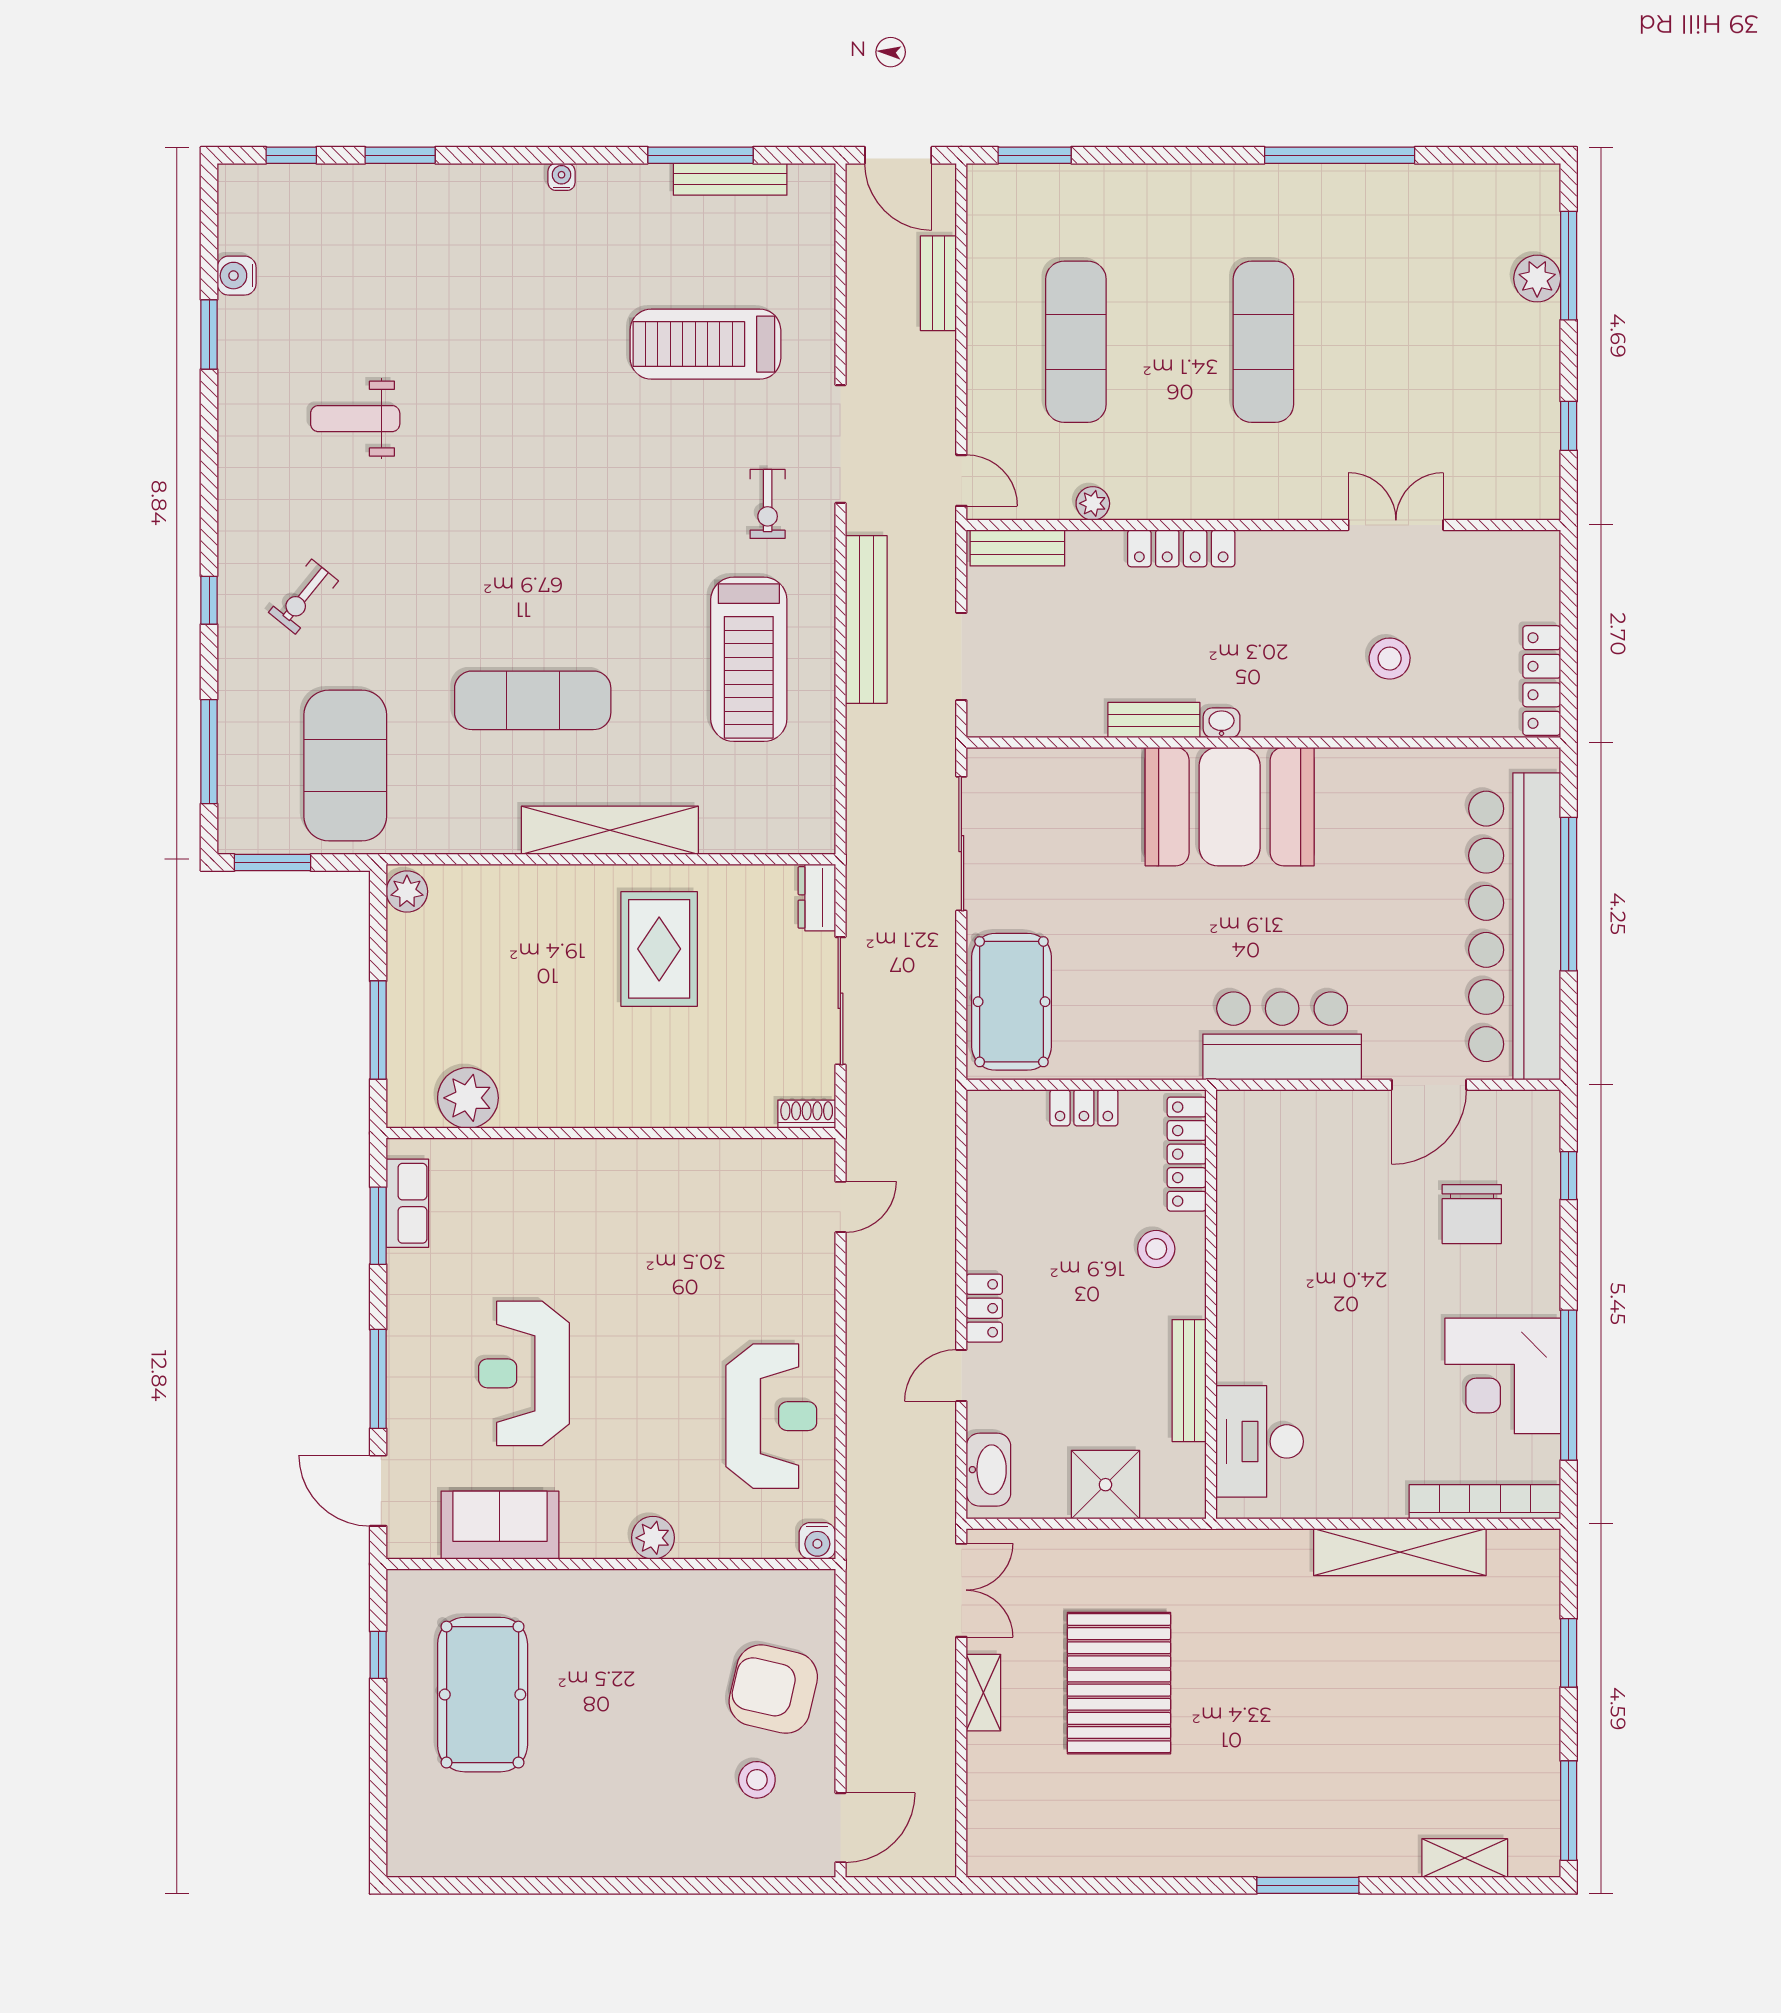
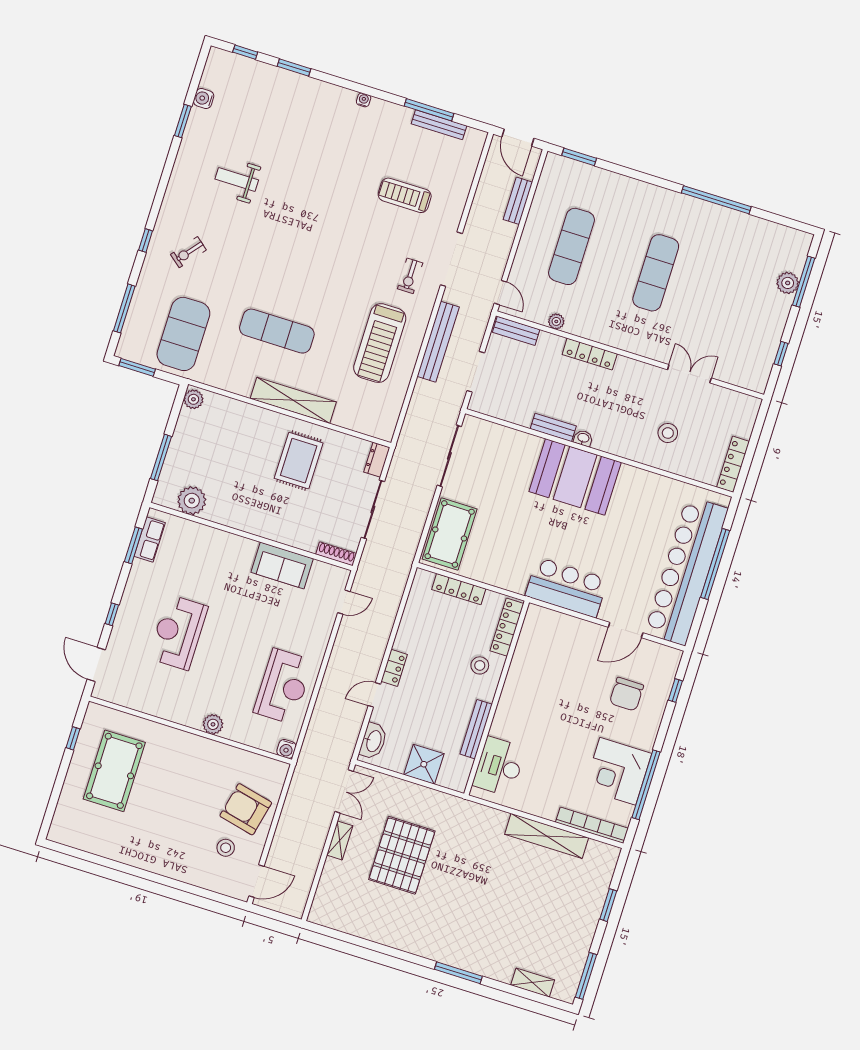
treadmill: (705, 344) -> (405, 195), width x0.73, depth x0.73
locker: (1084, 1108) -> (459, 589), width x1.53
shoe rack: (807, 1114) -> (336, 554), width x1.43
window: (378, 1379) -> (112, 614), width x0.46
sofa: (500, 1525) -> (282, 565), moved, turned 180

